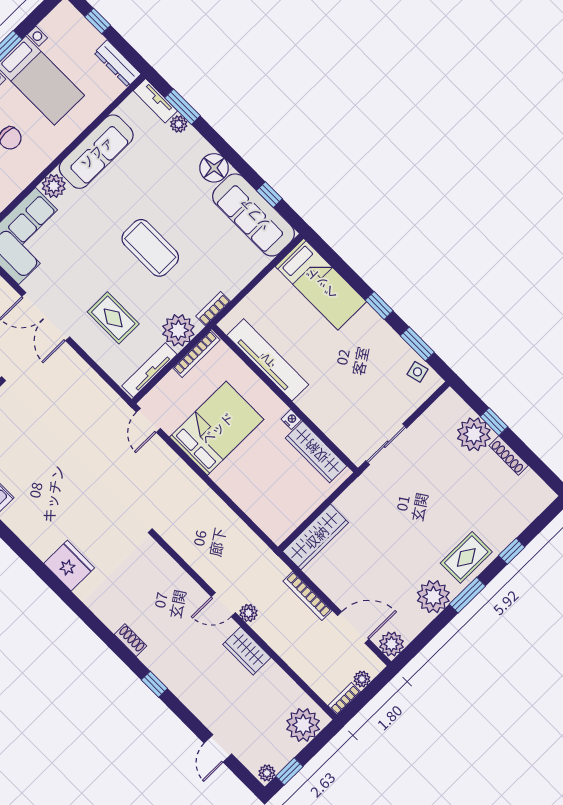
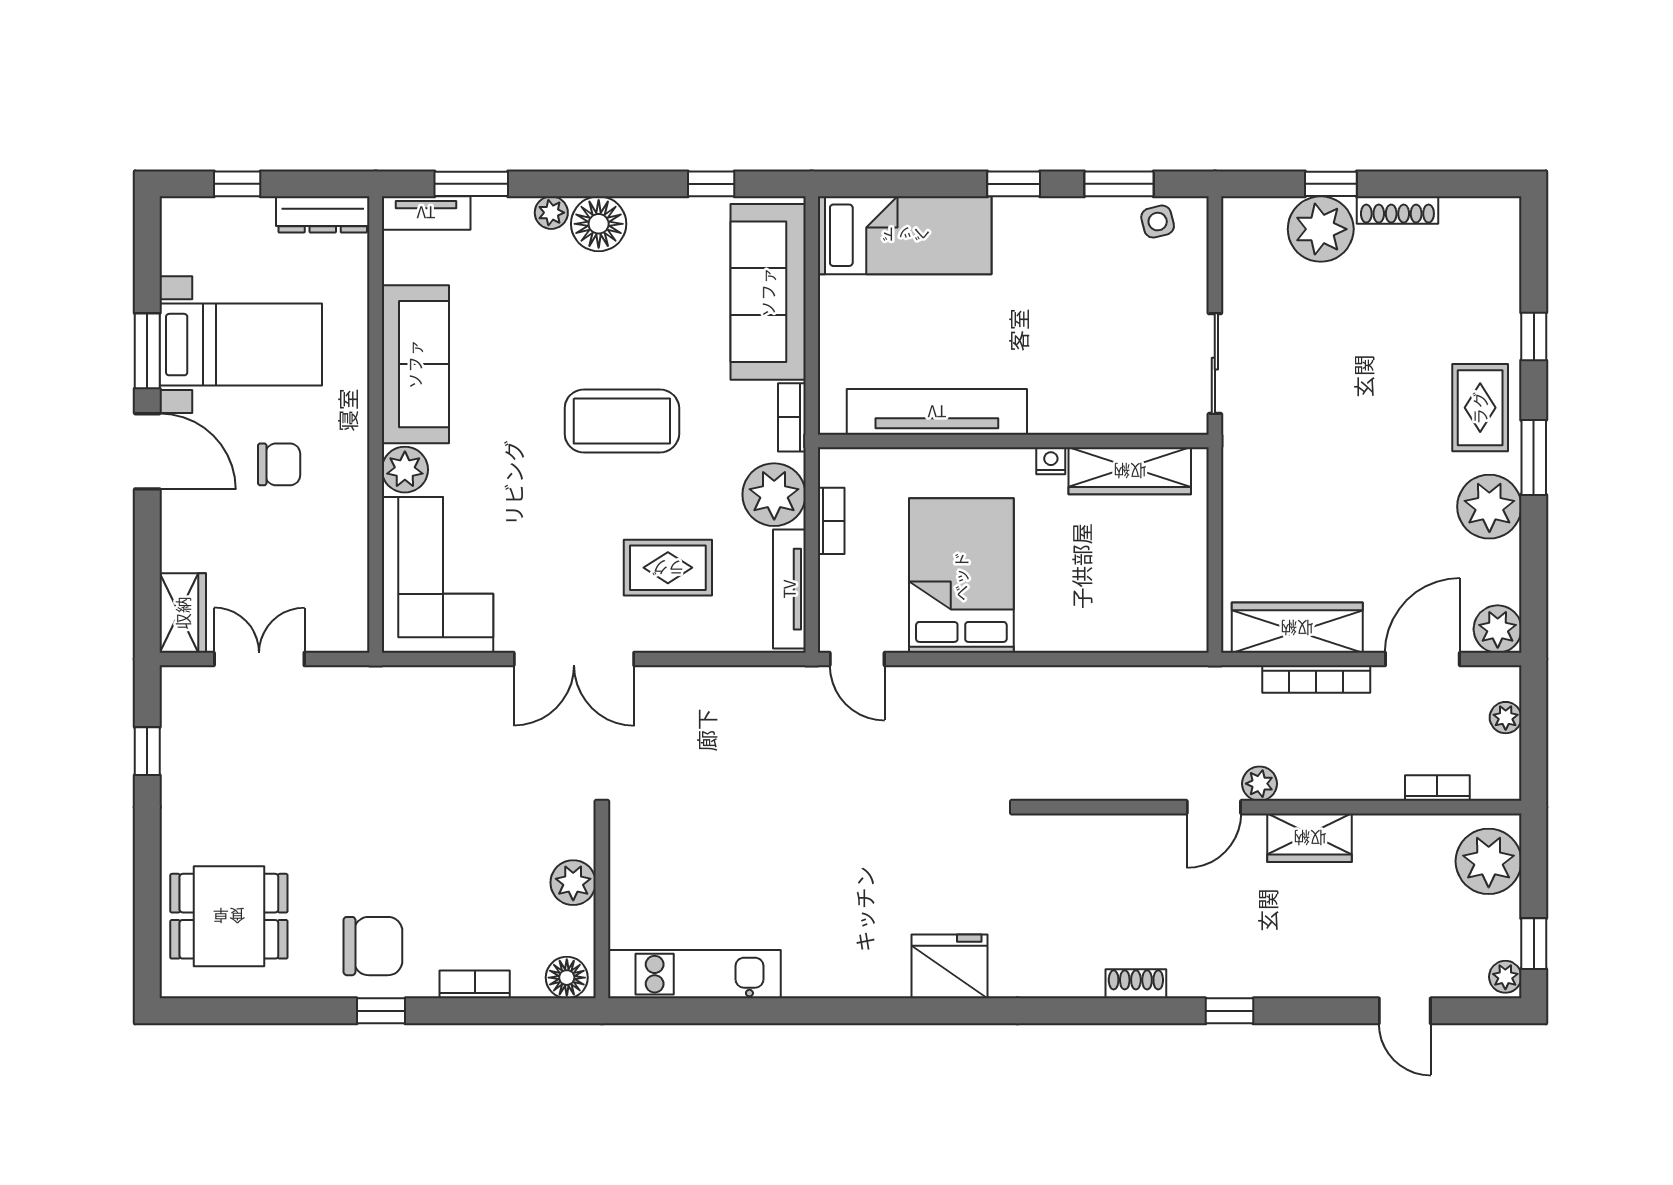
plant: (179, 124) -> (551, 213), moved
sofa: (254, 215) -> (768, 292), moved, turned 90
bookcase: (196, 354) -> (831, 521), width x0.64
wardrobe: (316, 537) -> (1297, 628), moved, turned -90
bookcase: (344, 699) -> (1437, 788), moved, turned 90

